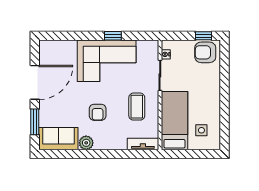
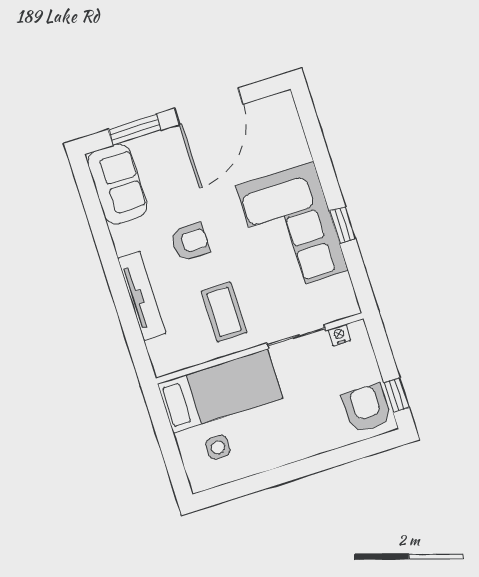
door: (35, 82) -> (209, 106), hinge flipped
coffee table: (137, 107) -> (224, 312), turned 90
armchair: (98, 112) -> (190, 242), turned 180
plant: (86, 143) -> (126, 239), removed
tv unit: (143, 144) -> (142, 296), moved, width x1.41

